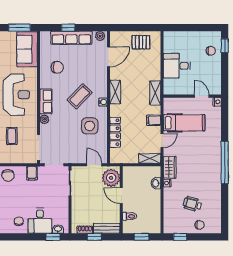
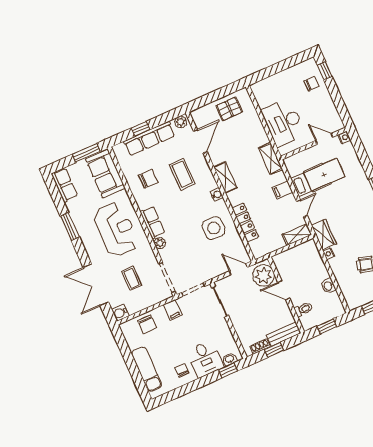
desk: (177, 66) -> (284, 123), width x1.37
coffee table: (80, 96) -> (182, 174), moved, turned -44
washbasin: (156, 183) -> (328, 286), moved

